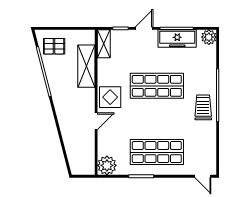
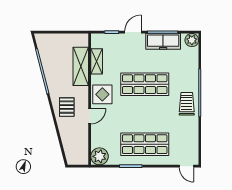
shelving: (104, 44) -> (97, 61), moved
pallet: (54, 46) -> (67, 107), moved, turned 90

